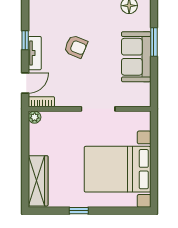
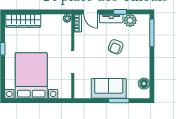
plant: (38, 26) -> (130, 20), added

